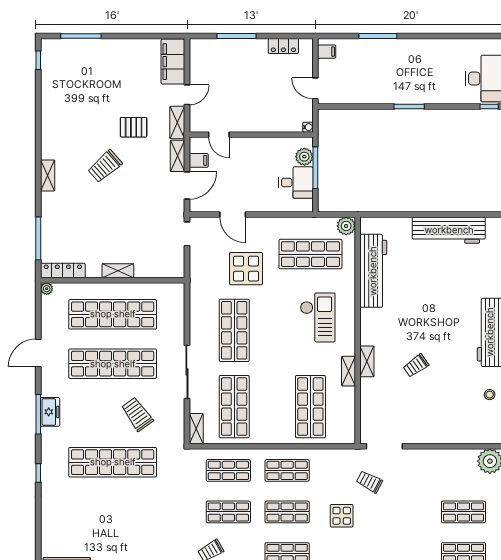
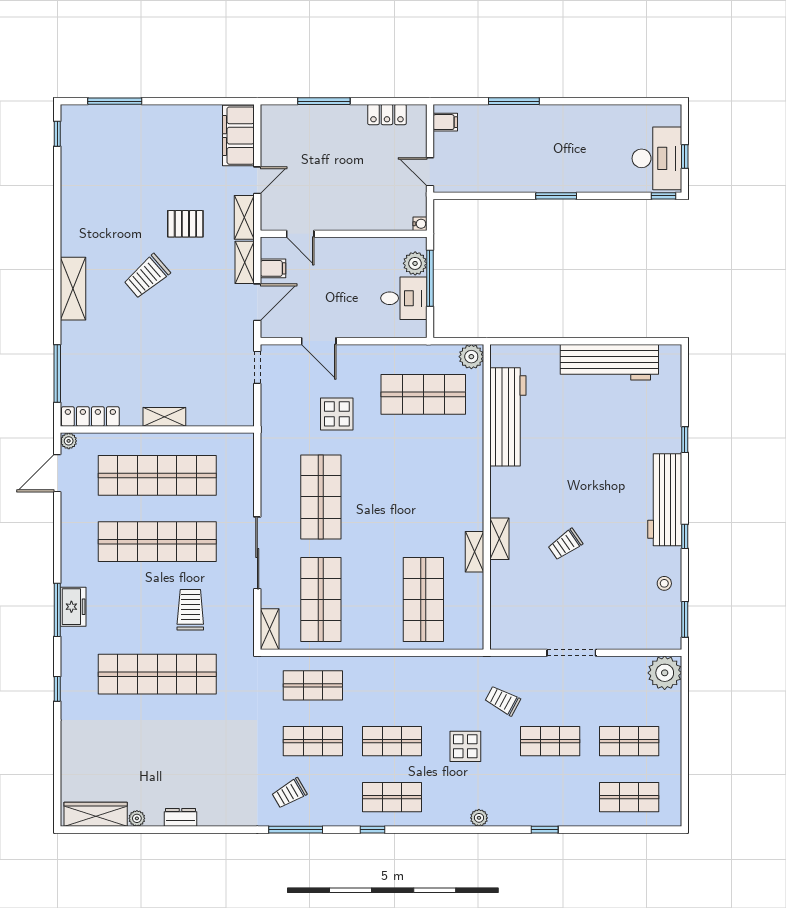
shelving: (48, 175) -> (73, 289), width x1.50, depth x1.33
display table: (246, 269) -> (337, 414), width x0.73, depth x0.73
checkout: (318, 317) -> (433, 480), removed
door: (38, 353) -> (57, 473), moved
trolley: (137, 414) -> (190, 610), turned 36
doorway: (384, 446) -> (571, 653), moved
shop shelf: (287, 470) -> (550, 741), moved

